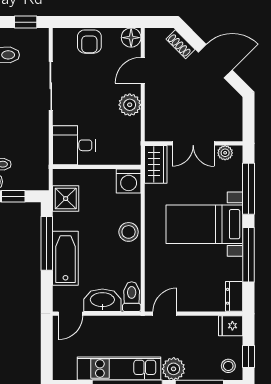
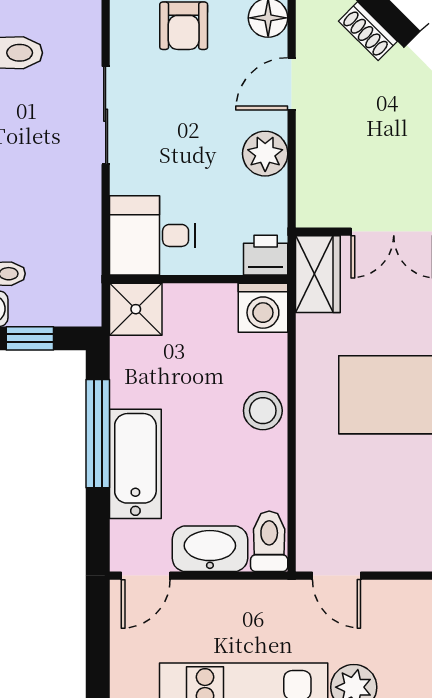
printer: (130, 155) -> (266, 255), added
shower: (66, 199) -> (136, 309), moved
door: (165, 314) -> (336, 576), swing flipped

